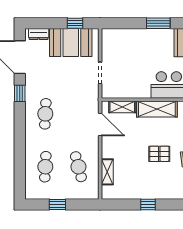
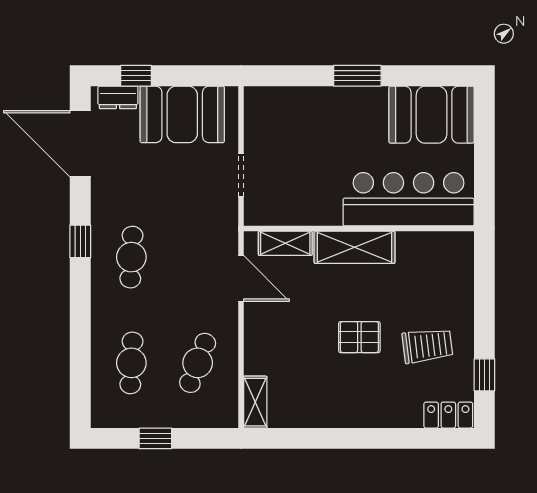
window: (75, 23) -> (136, 76), moved
window: (20, 93) -> (80, 241), moved
cafe table: (78, 167) -> (198, 363), turned 36
shelving: (107, 172) -> (255, 402), moved
window: (148, 204) -> (337, 438), removed

